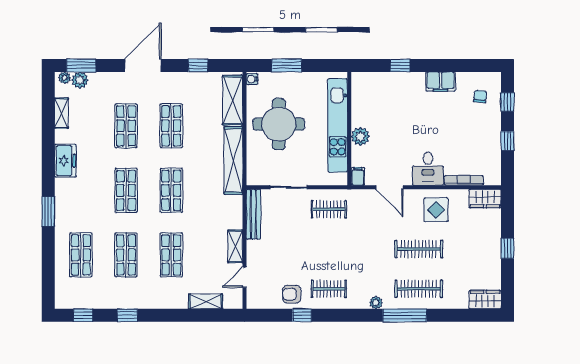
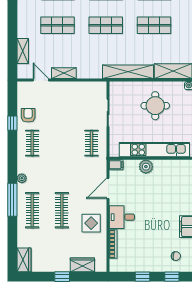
round table: (279, 124) -> (155, 106), width x0.73, depth x0.73
wardrobe: (485, 198) -> (82, 265), moved, turned 90
bench: (254, 214) -> (88, 87), removed

